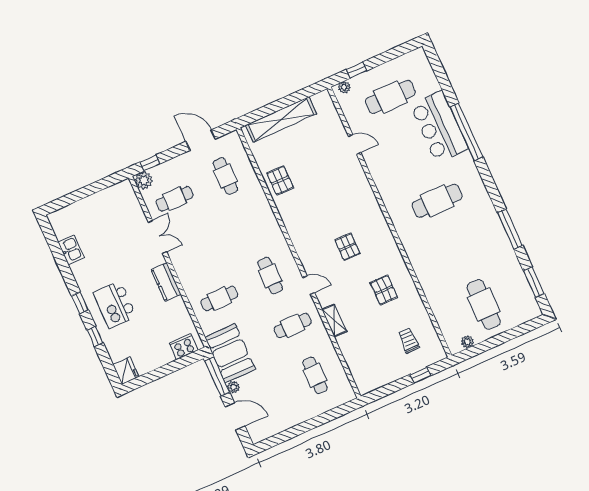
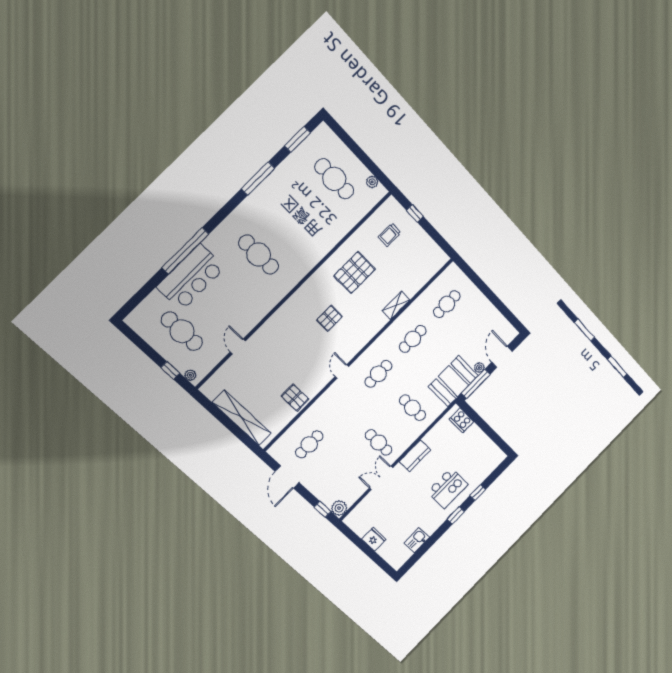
pallet: (280, 180) -> (295, 398), turned 90
cafe table: (175, 199) -> (379, 442), moved
door: (309, 285) -> (342, 372), moved
pallet: (384, 290) -> (355, 273), width x1.50, depth x1.42
cafe table: (484, 304) -> (334, 179), turned 90
cafe table: (293, 326) -> (413, 339), turned 90
fridge: (126, 371) -> (374, 539), moved, turned 90

